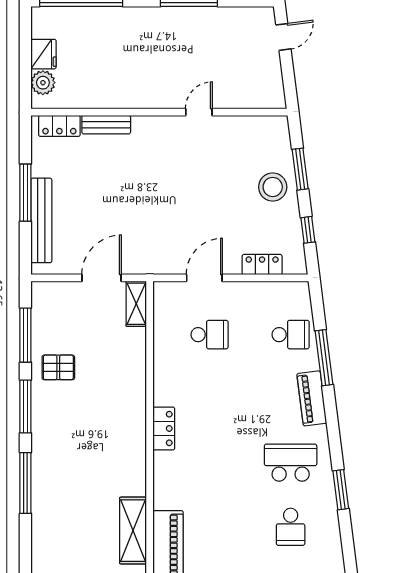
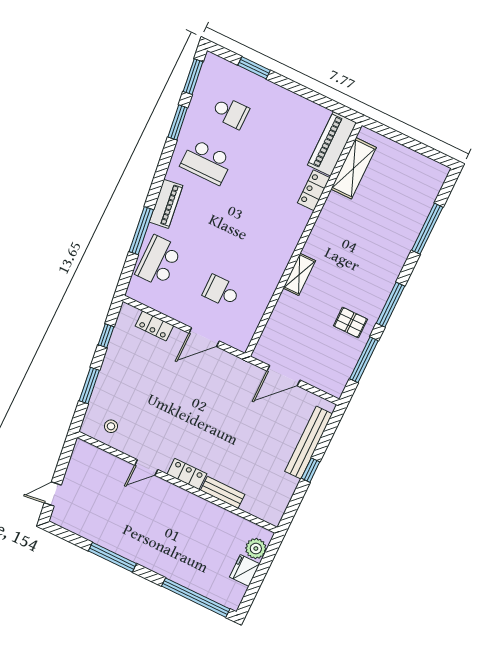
locker: (59, 126) -> (187, 474), moved
stool: (273, 187) -> (111, 426), moved, width x0.53, depth x0.53
window: (25, 193) -> (311, 470), width x0.46
shelving: (136, 304) -> (299, 274), moved
school desk: (291, 335) -> (158, 261), width x1.85
locker: (164, 428) -> (314, 190), moved
window: (25, 483) -> (427, 229), moved
school desk: (291, 527) -> (230, 112), turned 90
window: (348, 545) -> (193, 77), added

